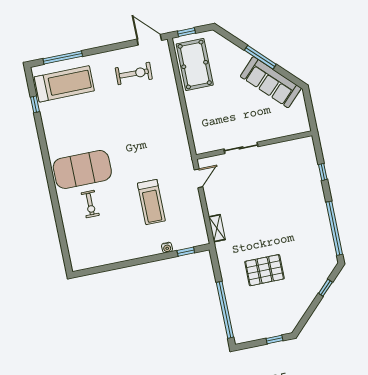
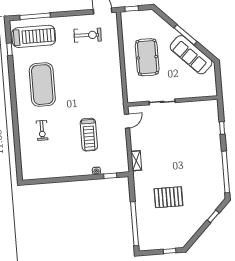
pool table: (195, 64) -> (147, 57), moved
exercise mat: (82, 169) -> (42, 85), moved, turned 90

